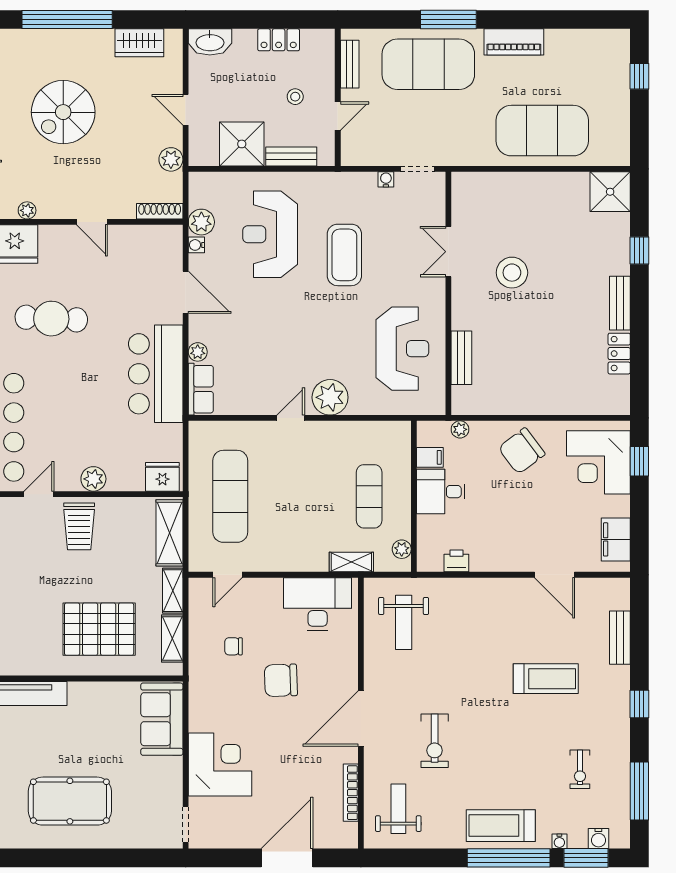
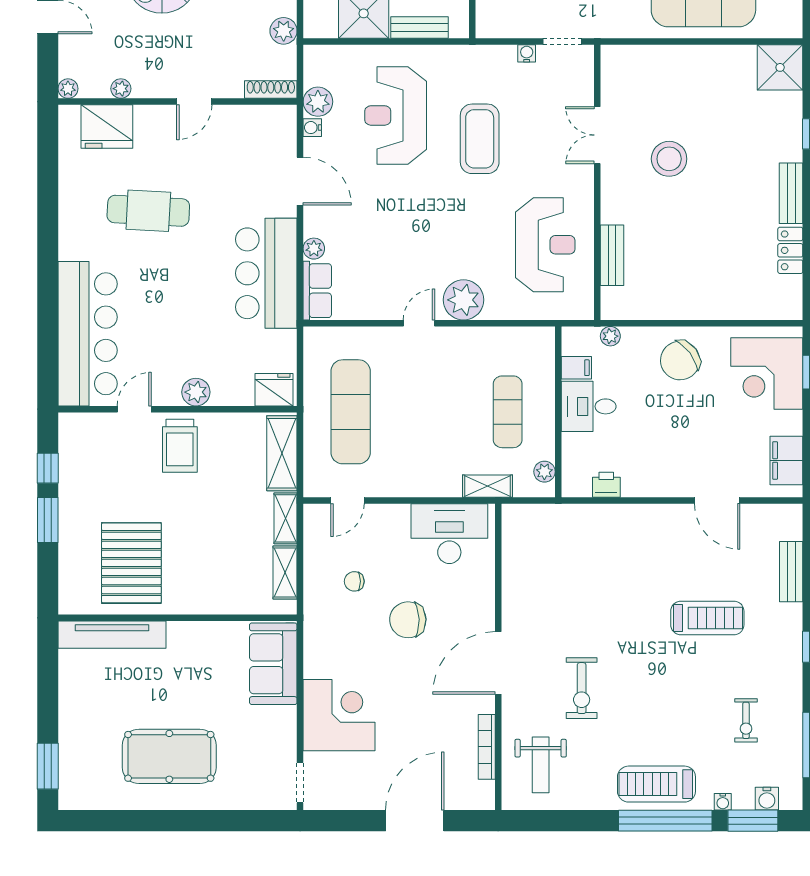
door: (92, 222) -> (194, 102), hinge flipped
weight bench: (404, 622) -> (547, 554), removed
pallet: (99, 629) -> (131, 563), moved, turned 90
weight bench: (398, 809) -> (541, 765), turned 180

